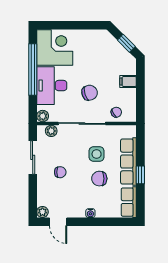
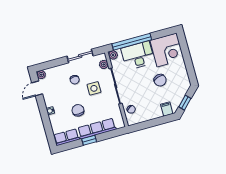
window: (33, 70) -> (132, 42), moved
filing cabinet: (128, 82) -> (167, 109), moved
chair: (90, 93) -> (160, 80), moved
side table: (97, 154) -> (94, 88), moved

